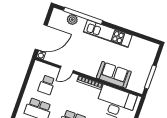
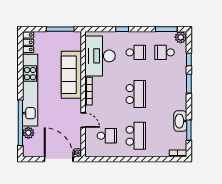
kitchen unit: (108, 34) -> (30, 90), width x1.36
locker: (149, 46) -> (28, 42), added
sofa: (114, 75) -> (71, 75), width x1.36

